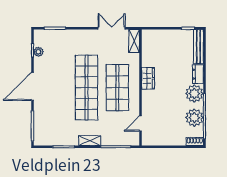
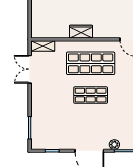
plant: (38, 52) -> (114, 145), moved
shop shelf: (87, 88) -> (91, 95), width x0.50, depth x0.74

